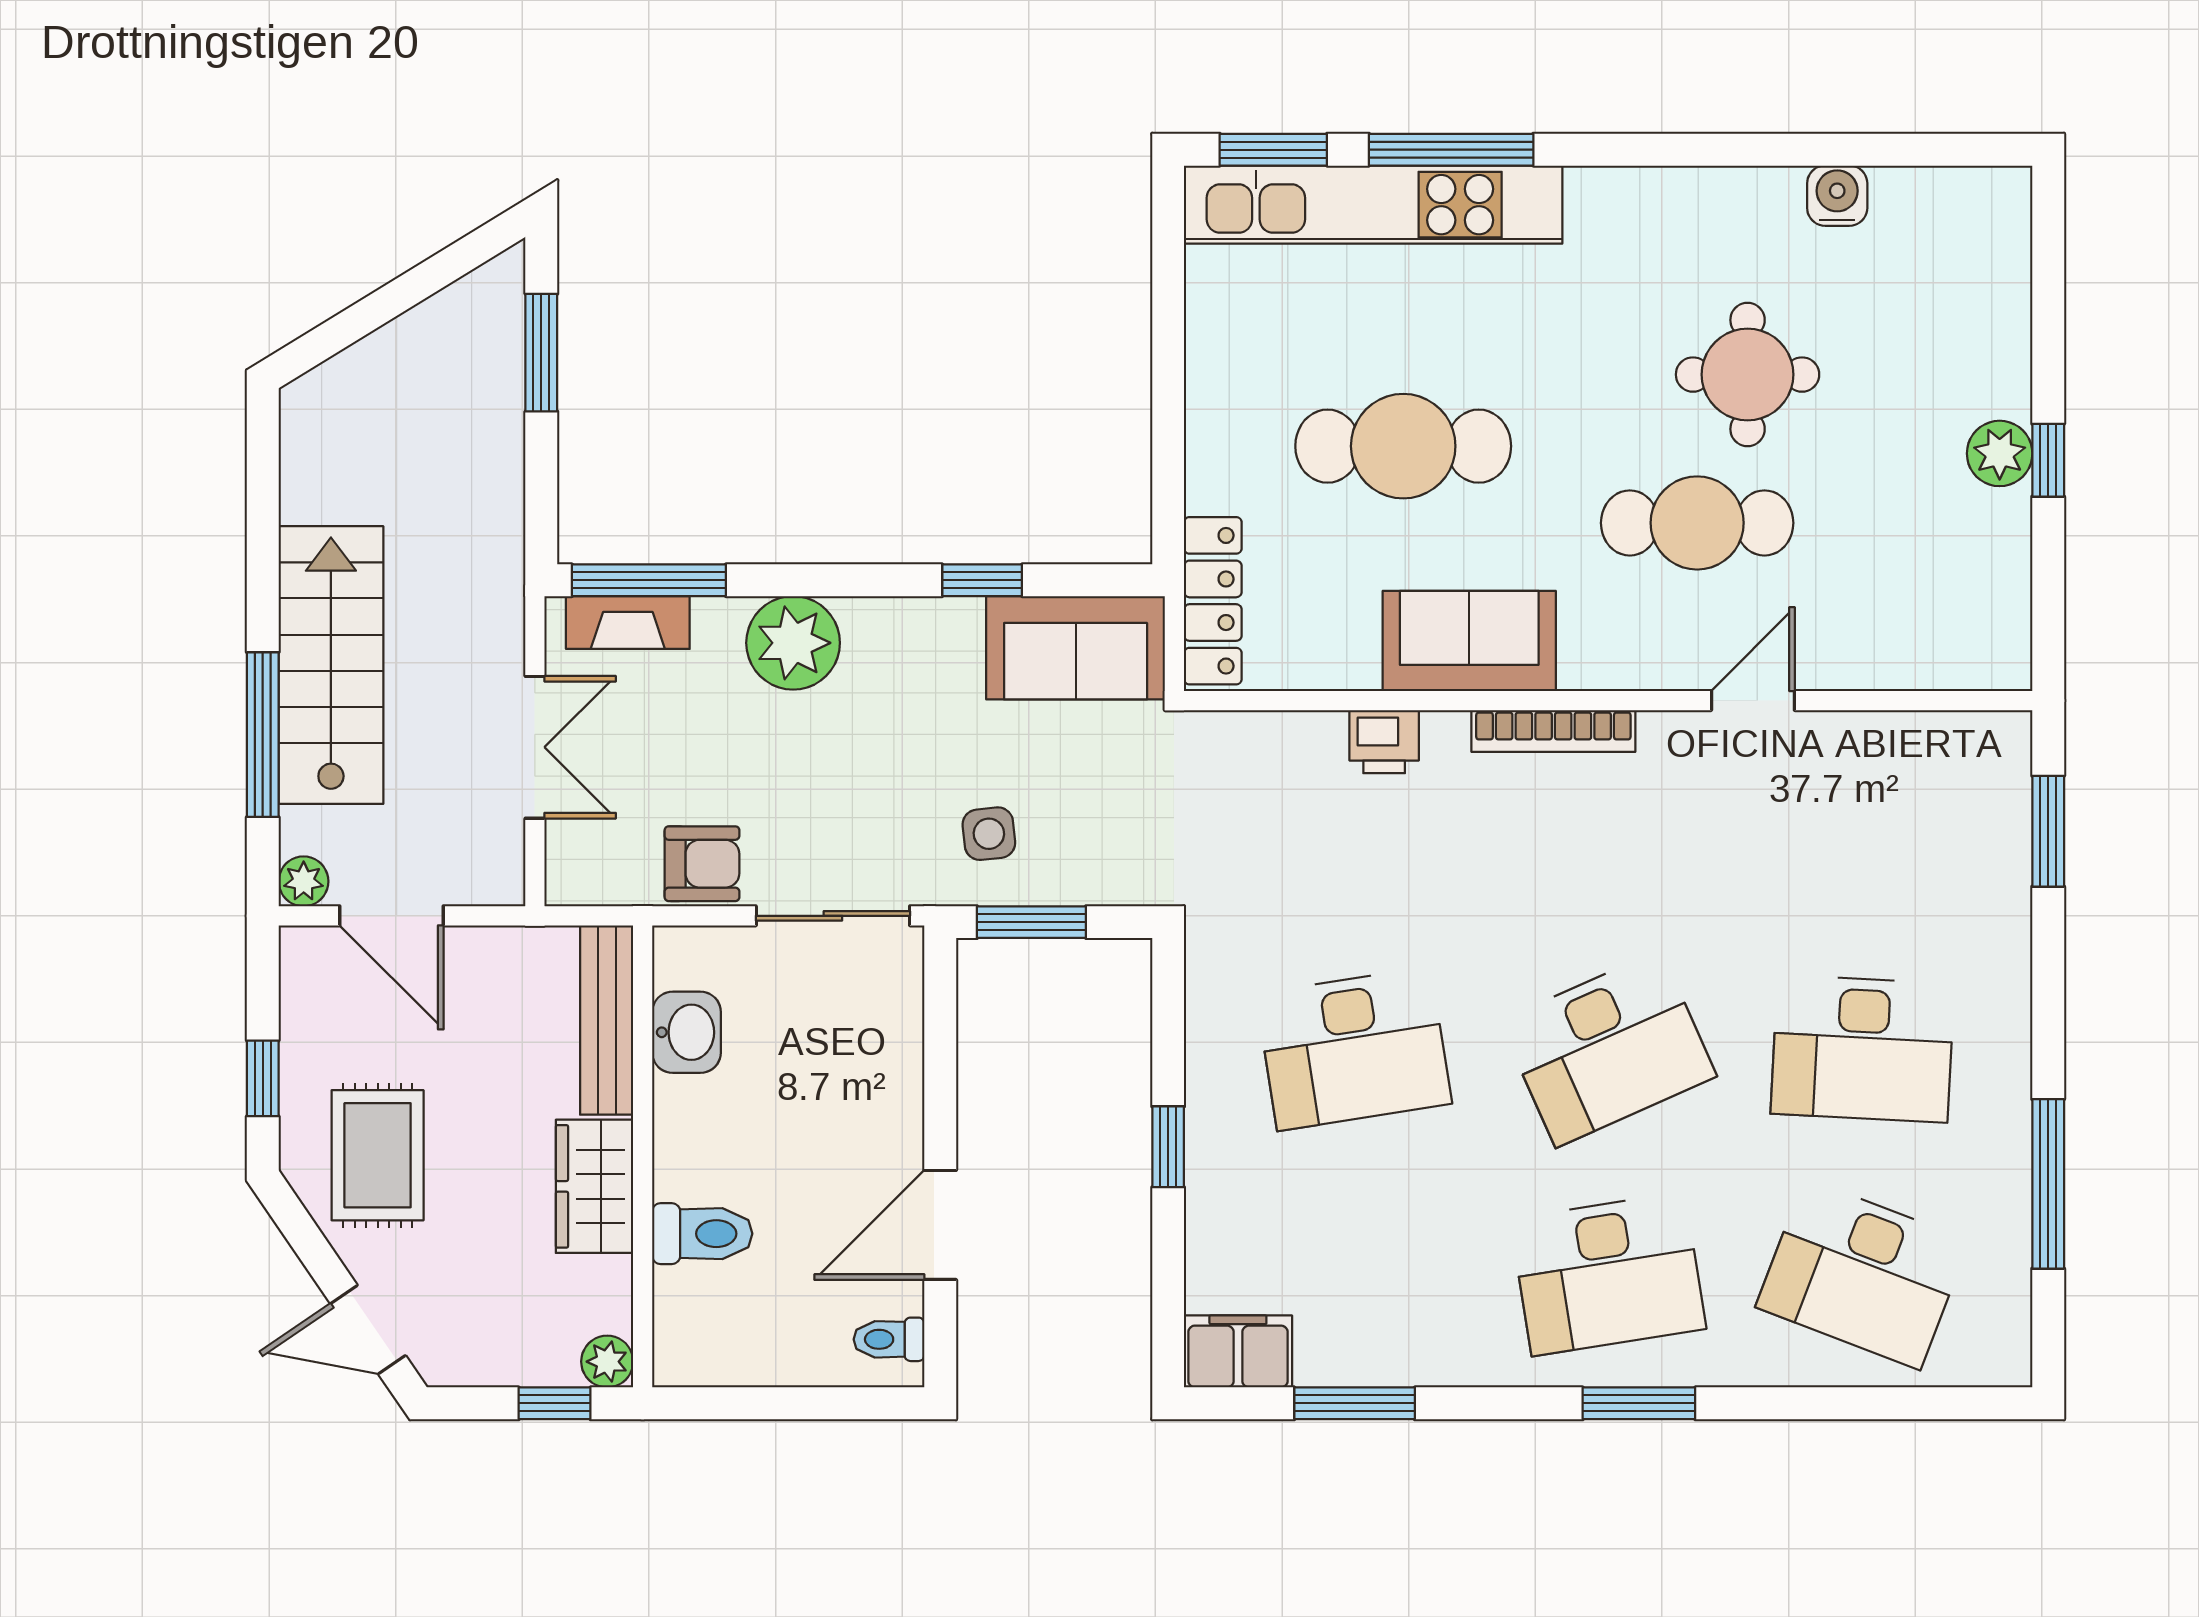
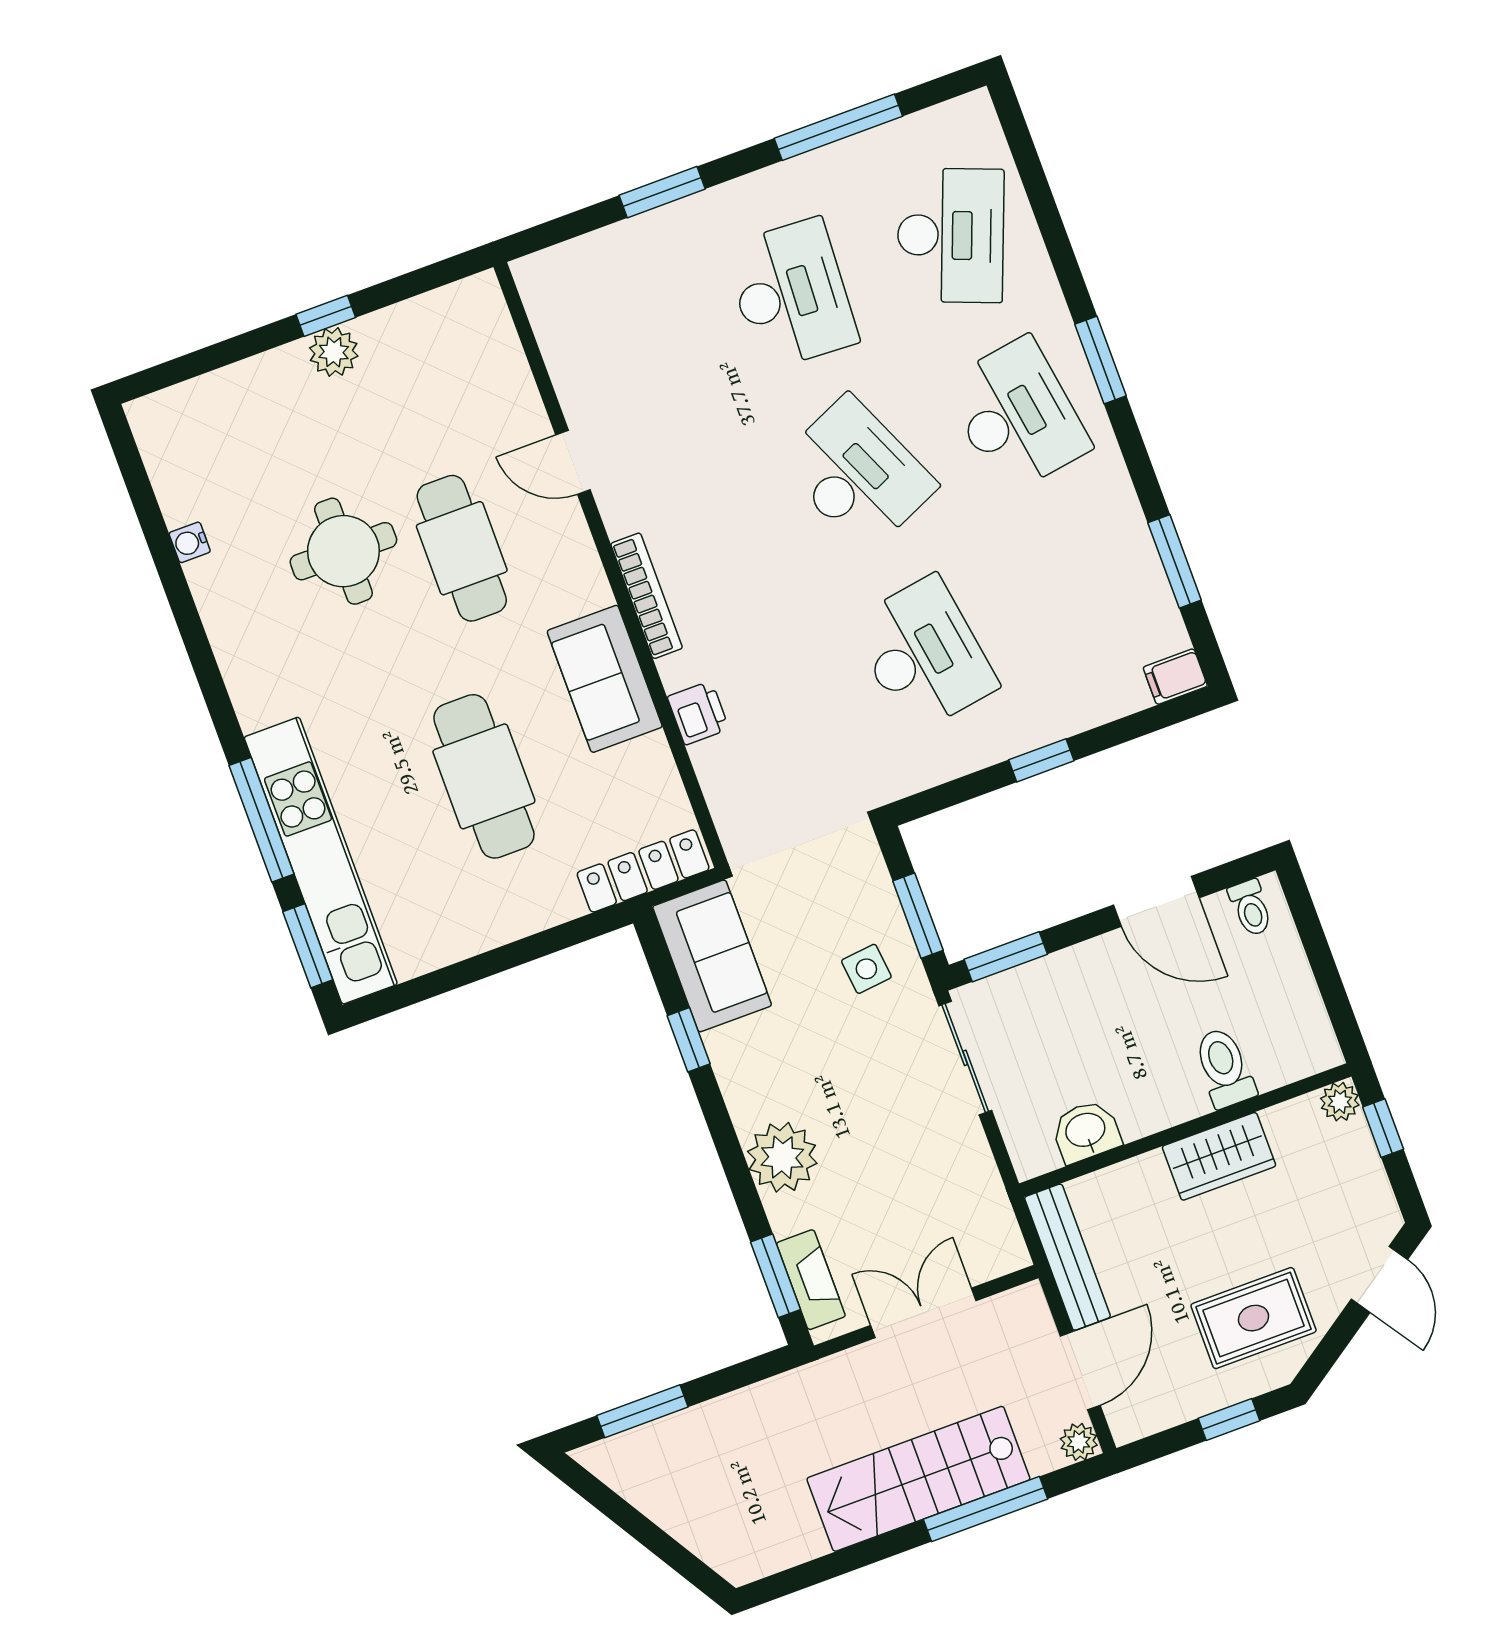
water cooler: (1837, 196) -> (190, 542), width x0.72, depth x0.72
window: (649, 580) -> (775, 1276), width x0.69
window: (2048, 831) -> (662, 192), moved
armchair: (702, 864) -> (962, 1164), removed
window: (940, 1012) -> (1006, 957), added
bench: (607, 1020) -> (1067, 1257), moved, turned 90
filing cabinet: (1238, 1351) -> (1175, 677), width x0.50

